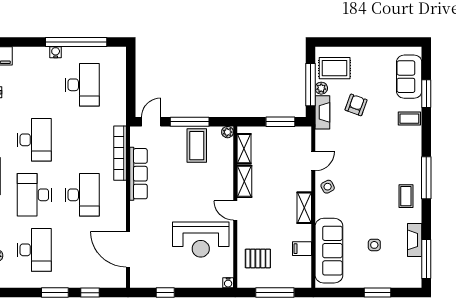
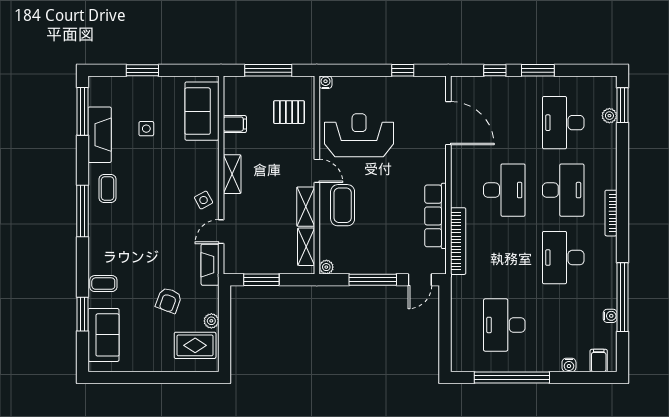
water cooler: (56, 52) -> (569, 365), moved
window: (311, 85) -> (224, 325), removed
fireplace: (322, 112) -> (210, 265), moved
coffee table: (197, 146) -> (343, 205), moved
desk: (82, 195) -> (504, 190), turned 180
fireplace: (415, 240) -> (100, 135), width x1.37, depth x1.32
sofa: (329, 251) -> (202, 111), width x0.73

